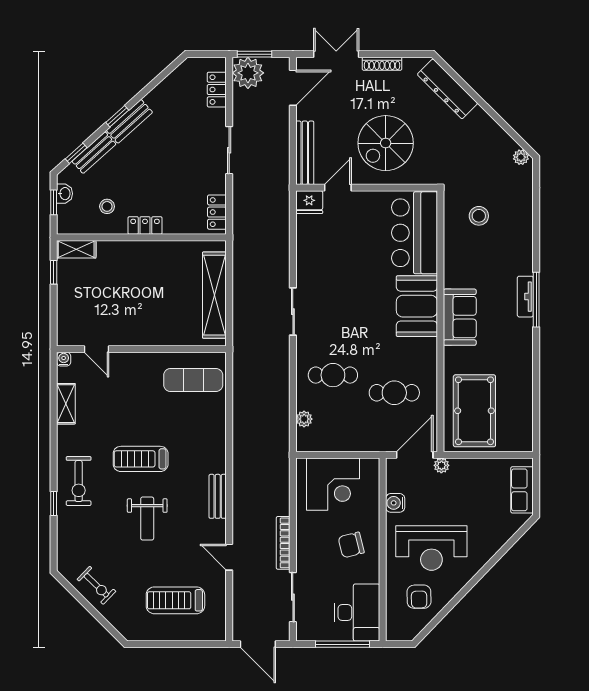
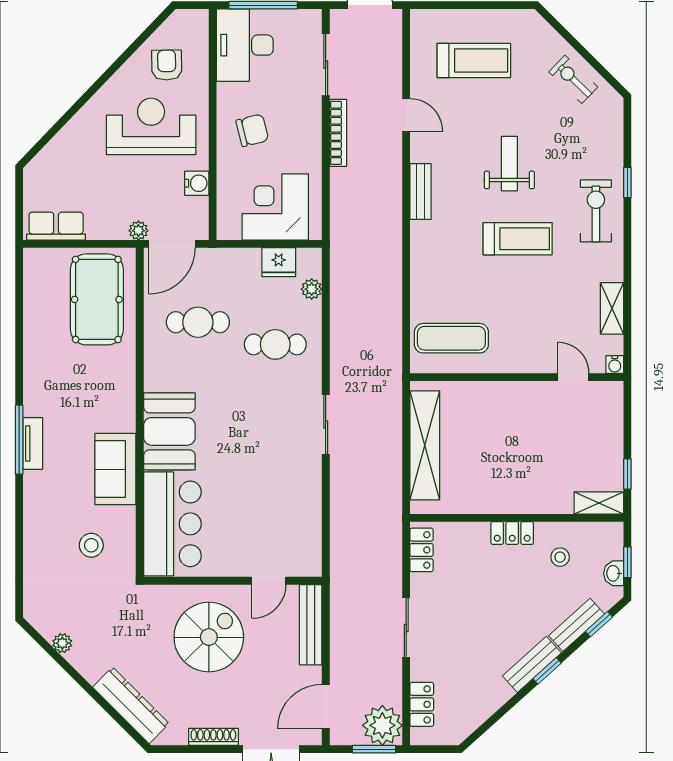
plant: (521, 157) -> (62, 643), moved
fridge: (309, 202) -> (279, 262), moved, turned 180
sofa: (460, 317) -> (115, 469), moved
row of seats: (522, 490) -> (56, 226), moved, turned -90

